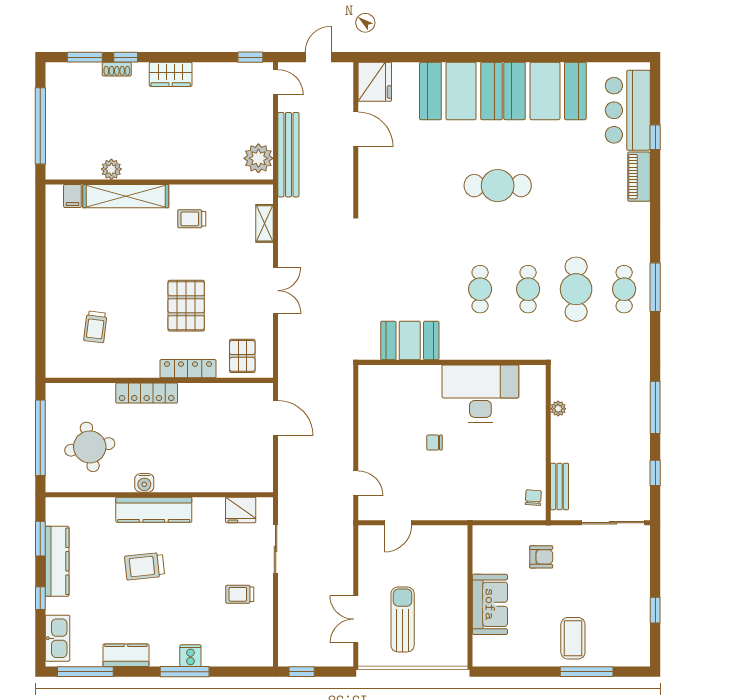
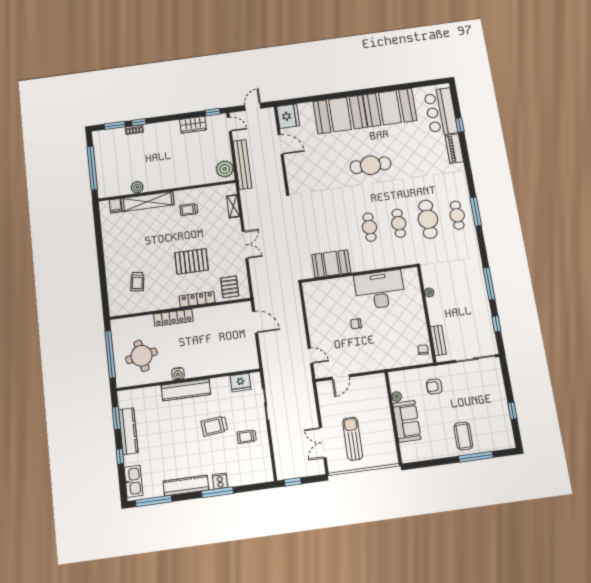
wardrobe: (171, 74) -> (193, 125), moved
pallet: (186, 306) -> (192, 261), turned 90
armchair: (541, 557) -> (434, 386), turned 180
plant: (480, 564) -> (397, 397), added
trolley: (145, 566) -> (214, 426), moved
kitchen counter: (126, 655) -> (186, 486), width x1.50

